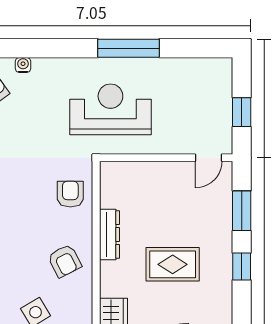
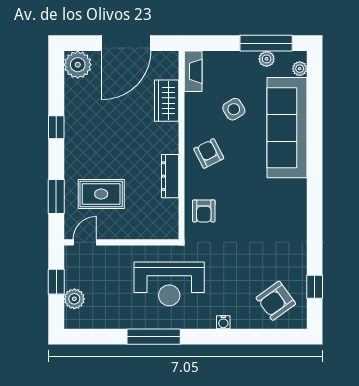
water cooler: (23, 65) -> (223, 322), moved
plant: (221, 92) -> (74, 299), added
rug: (173, 264) -> (101, 194), moved
window: (242, 266) -> (56, 127), moved

